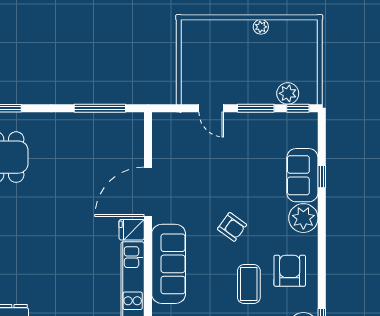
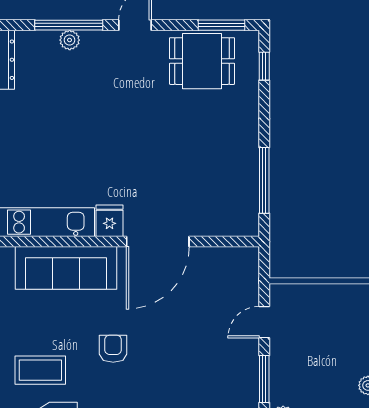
door: (148, 192) -> (158, 242), swing flipped
armchair: (232, 227) -> (113, 349), turned 144

